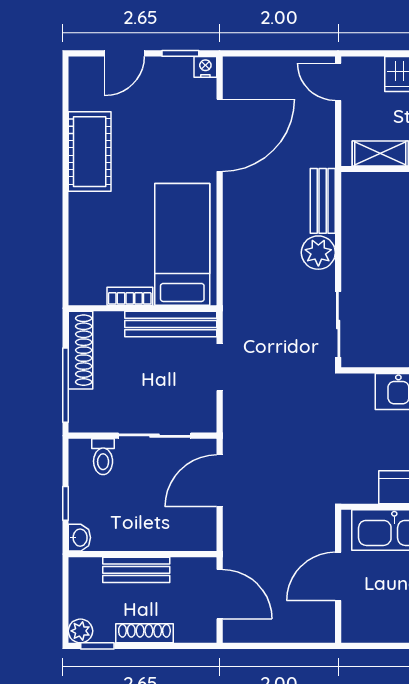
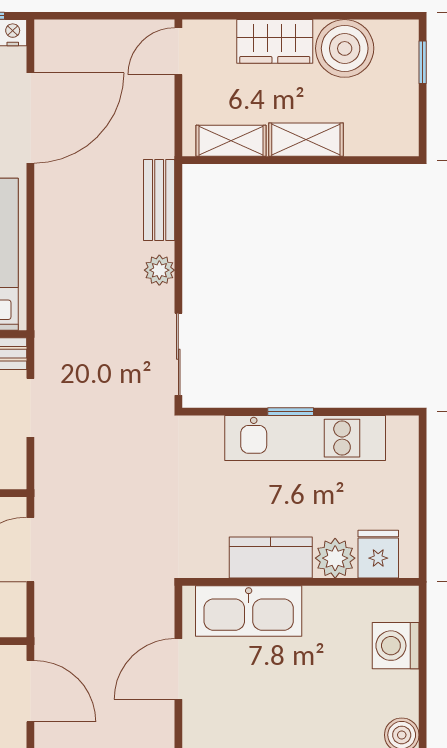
door: (338, 82) -> (178, 51), hinge flipped
plant: (318, 253) -> (159, 270), width x0.73, depth x0.73

